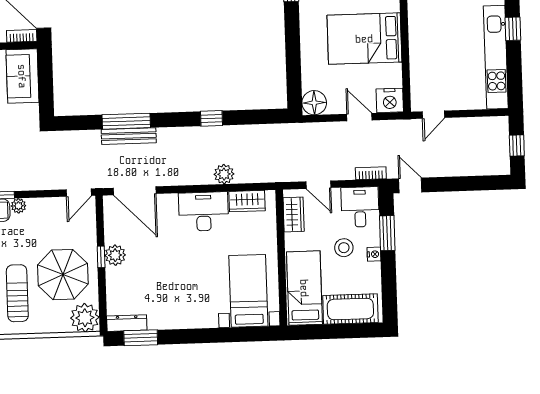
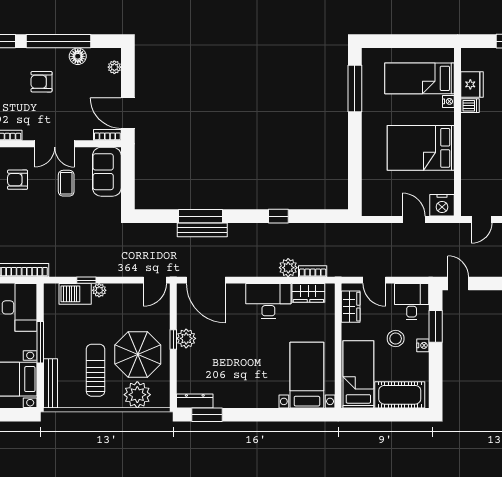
floor lamp: (314, 103) -> (373, 205), removed
bookcase: (371, 173) -> (313, 271), moved
plant: (85, 318) -> (137, 395), moved

